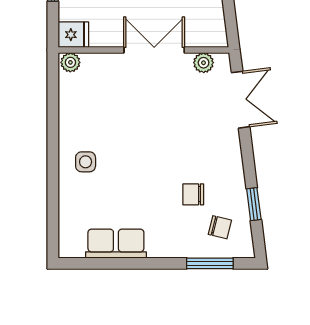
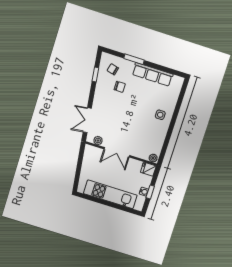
row of seats: (116, 244) -> (153, 74), width x1.48
window: (210, 263) -> (134, 59), moved

